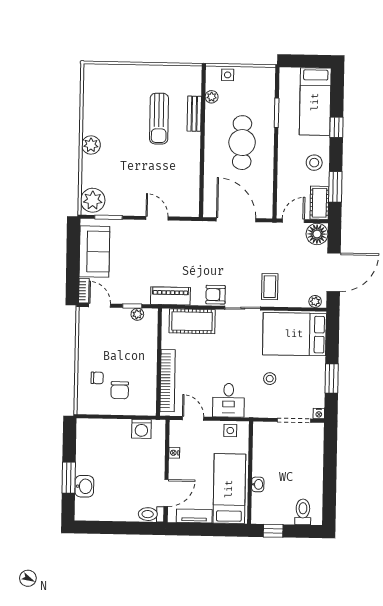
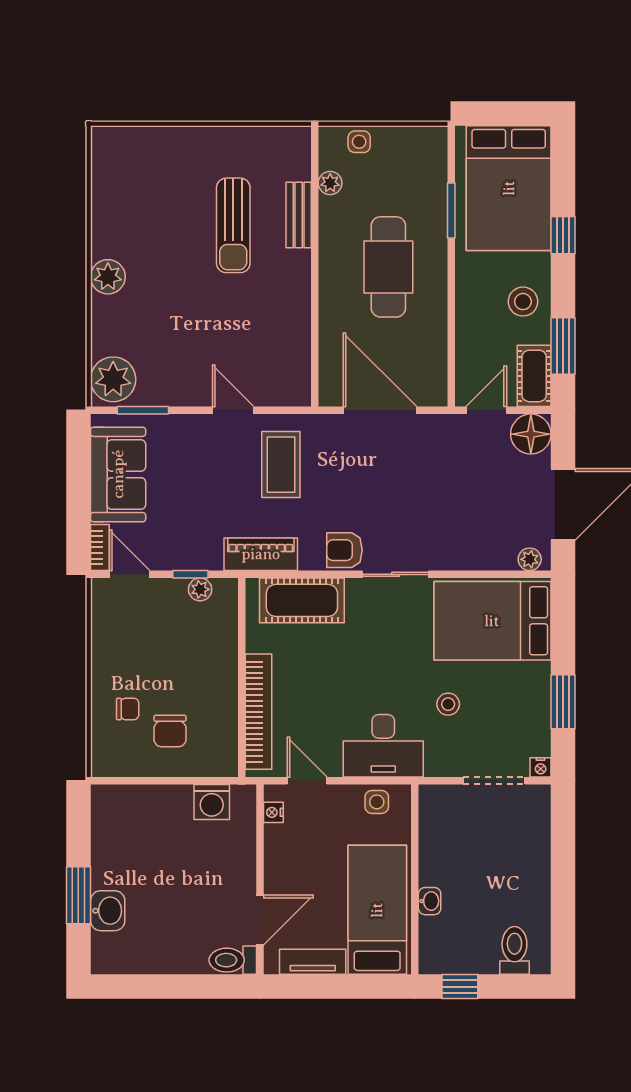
bed: (315, 102) -> (509, 188), width x1.50
coffee table: (270, 287) -> (281, 465), moved, width x1.36, depth x1.30
desk: (229, 400) -> (383, 746), width x1.37
nightstand: (174, 453) -> (273, 812), moved

